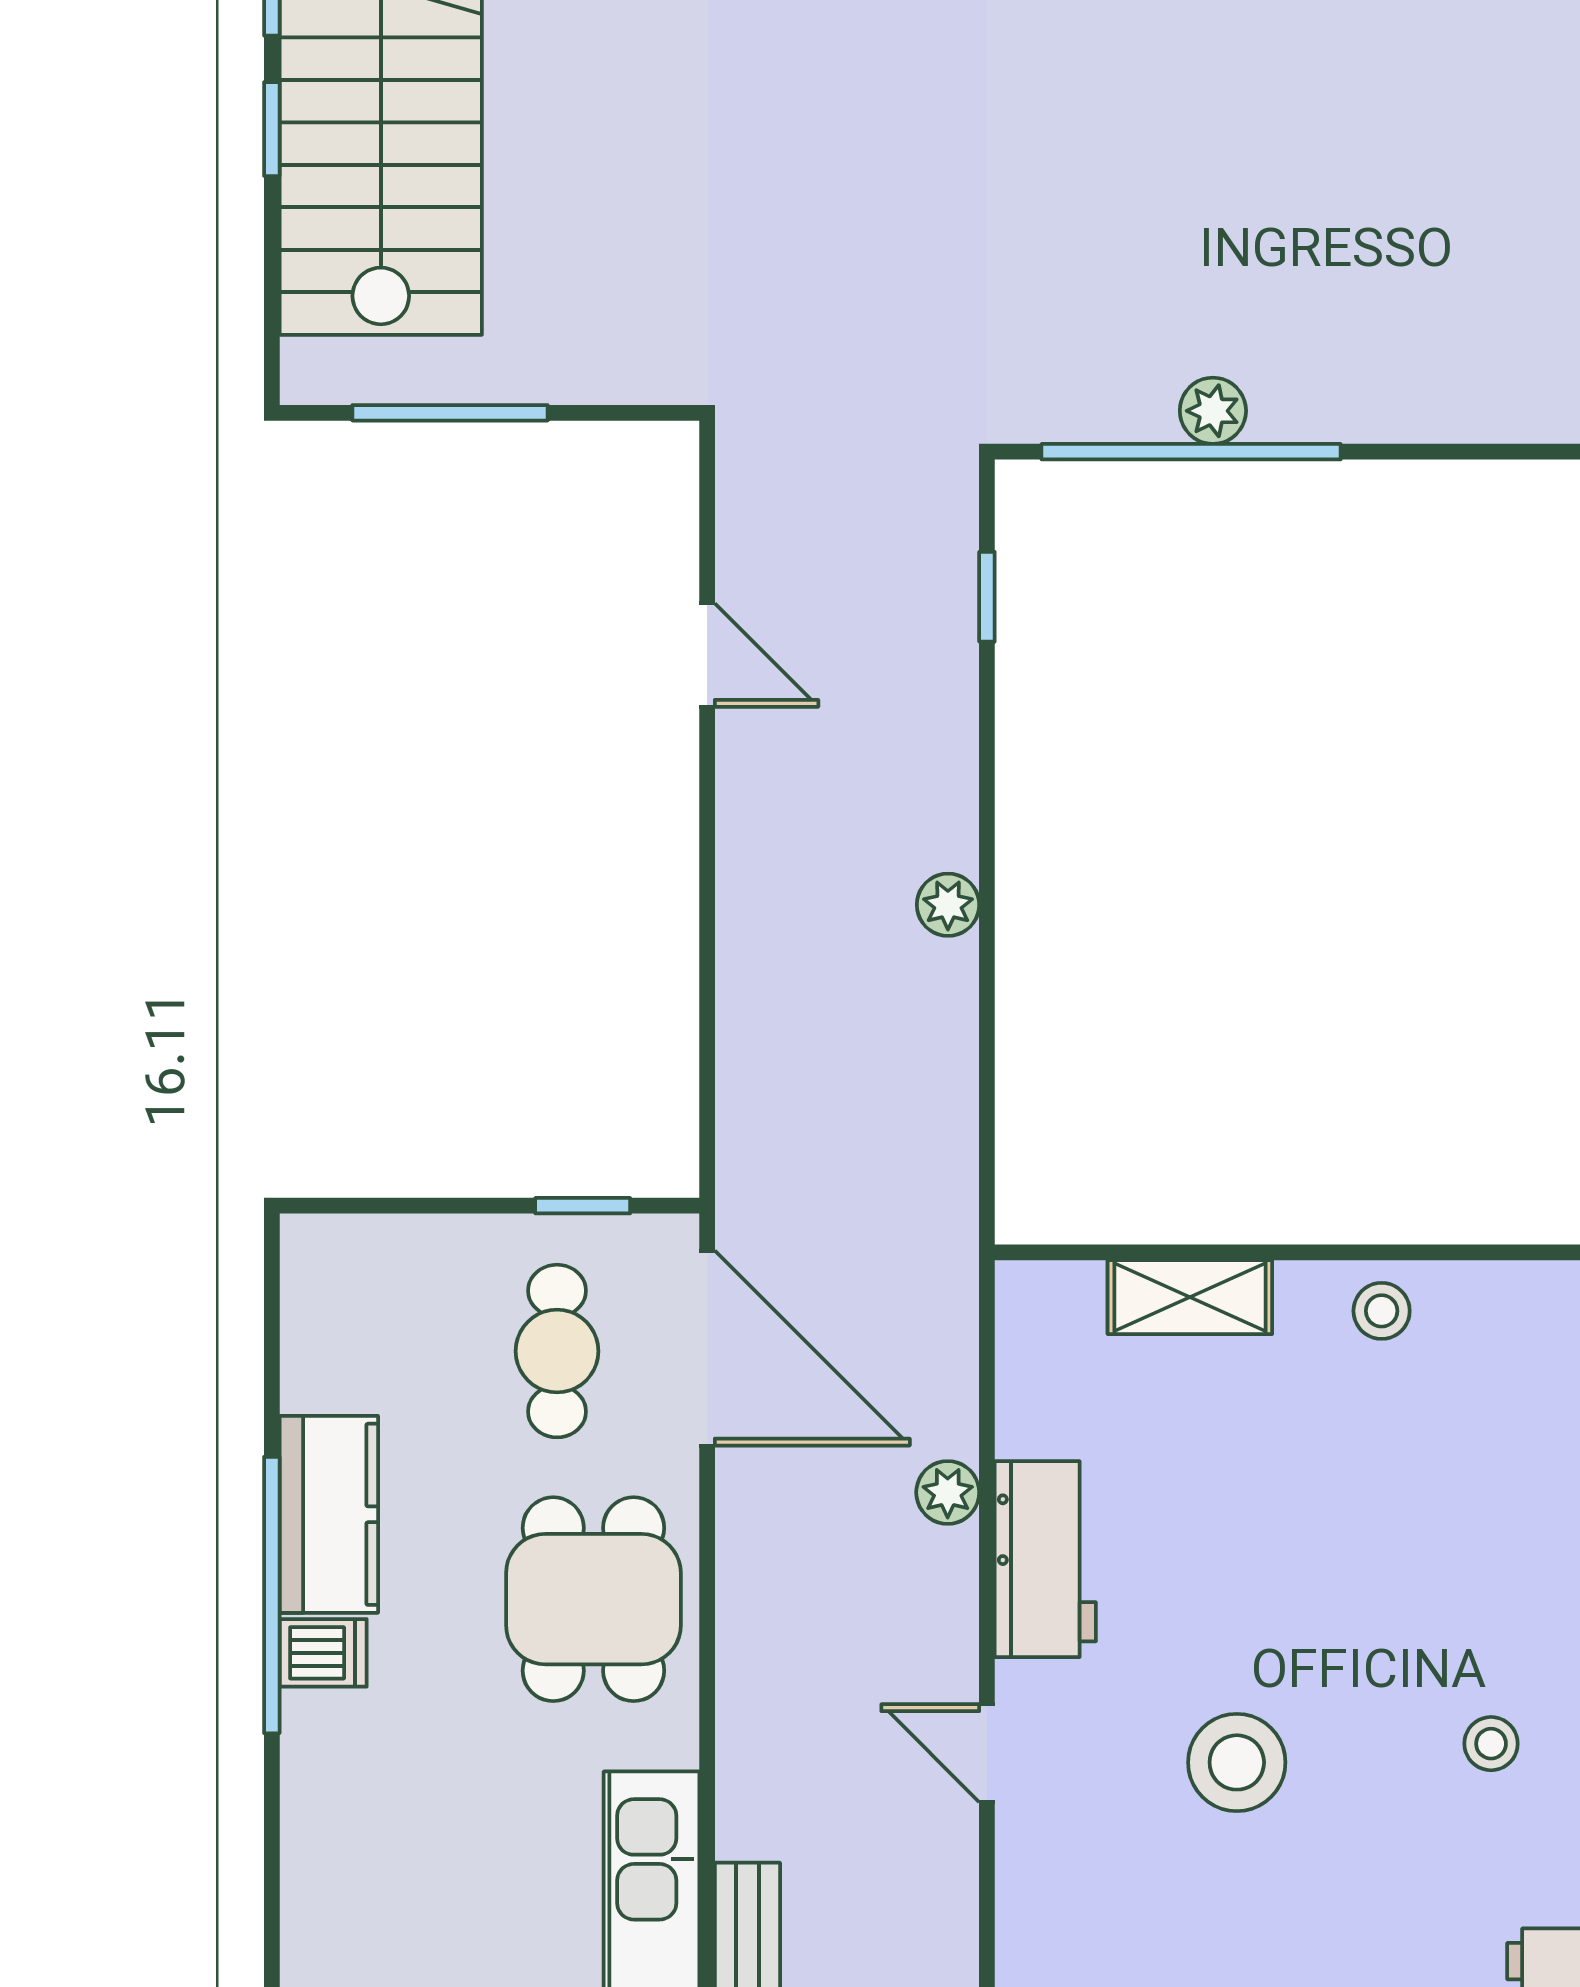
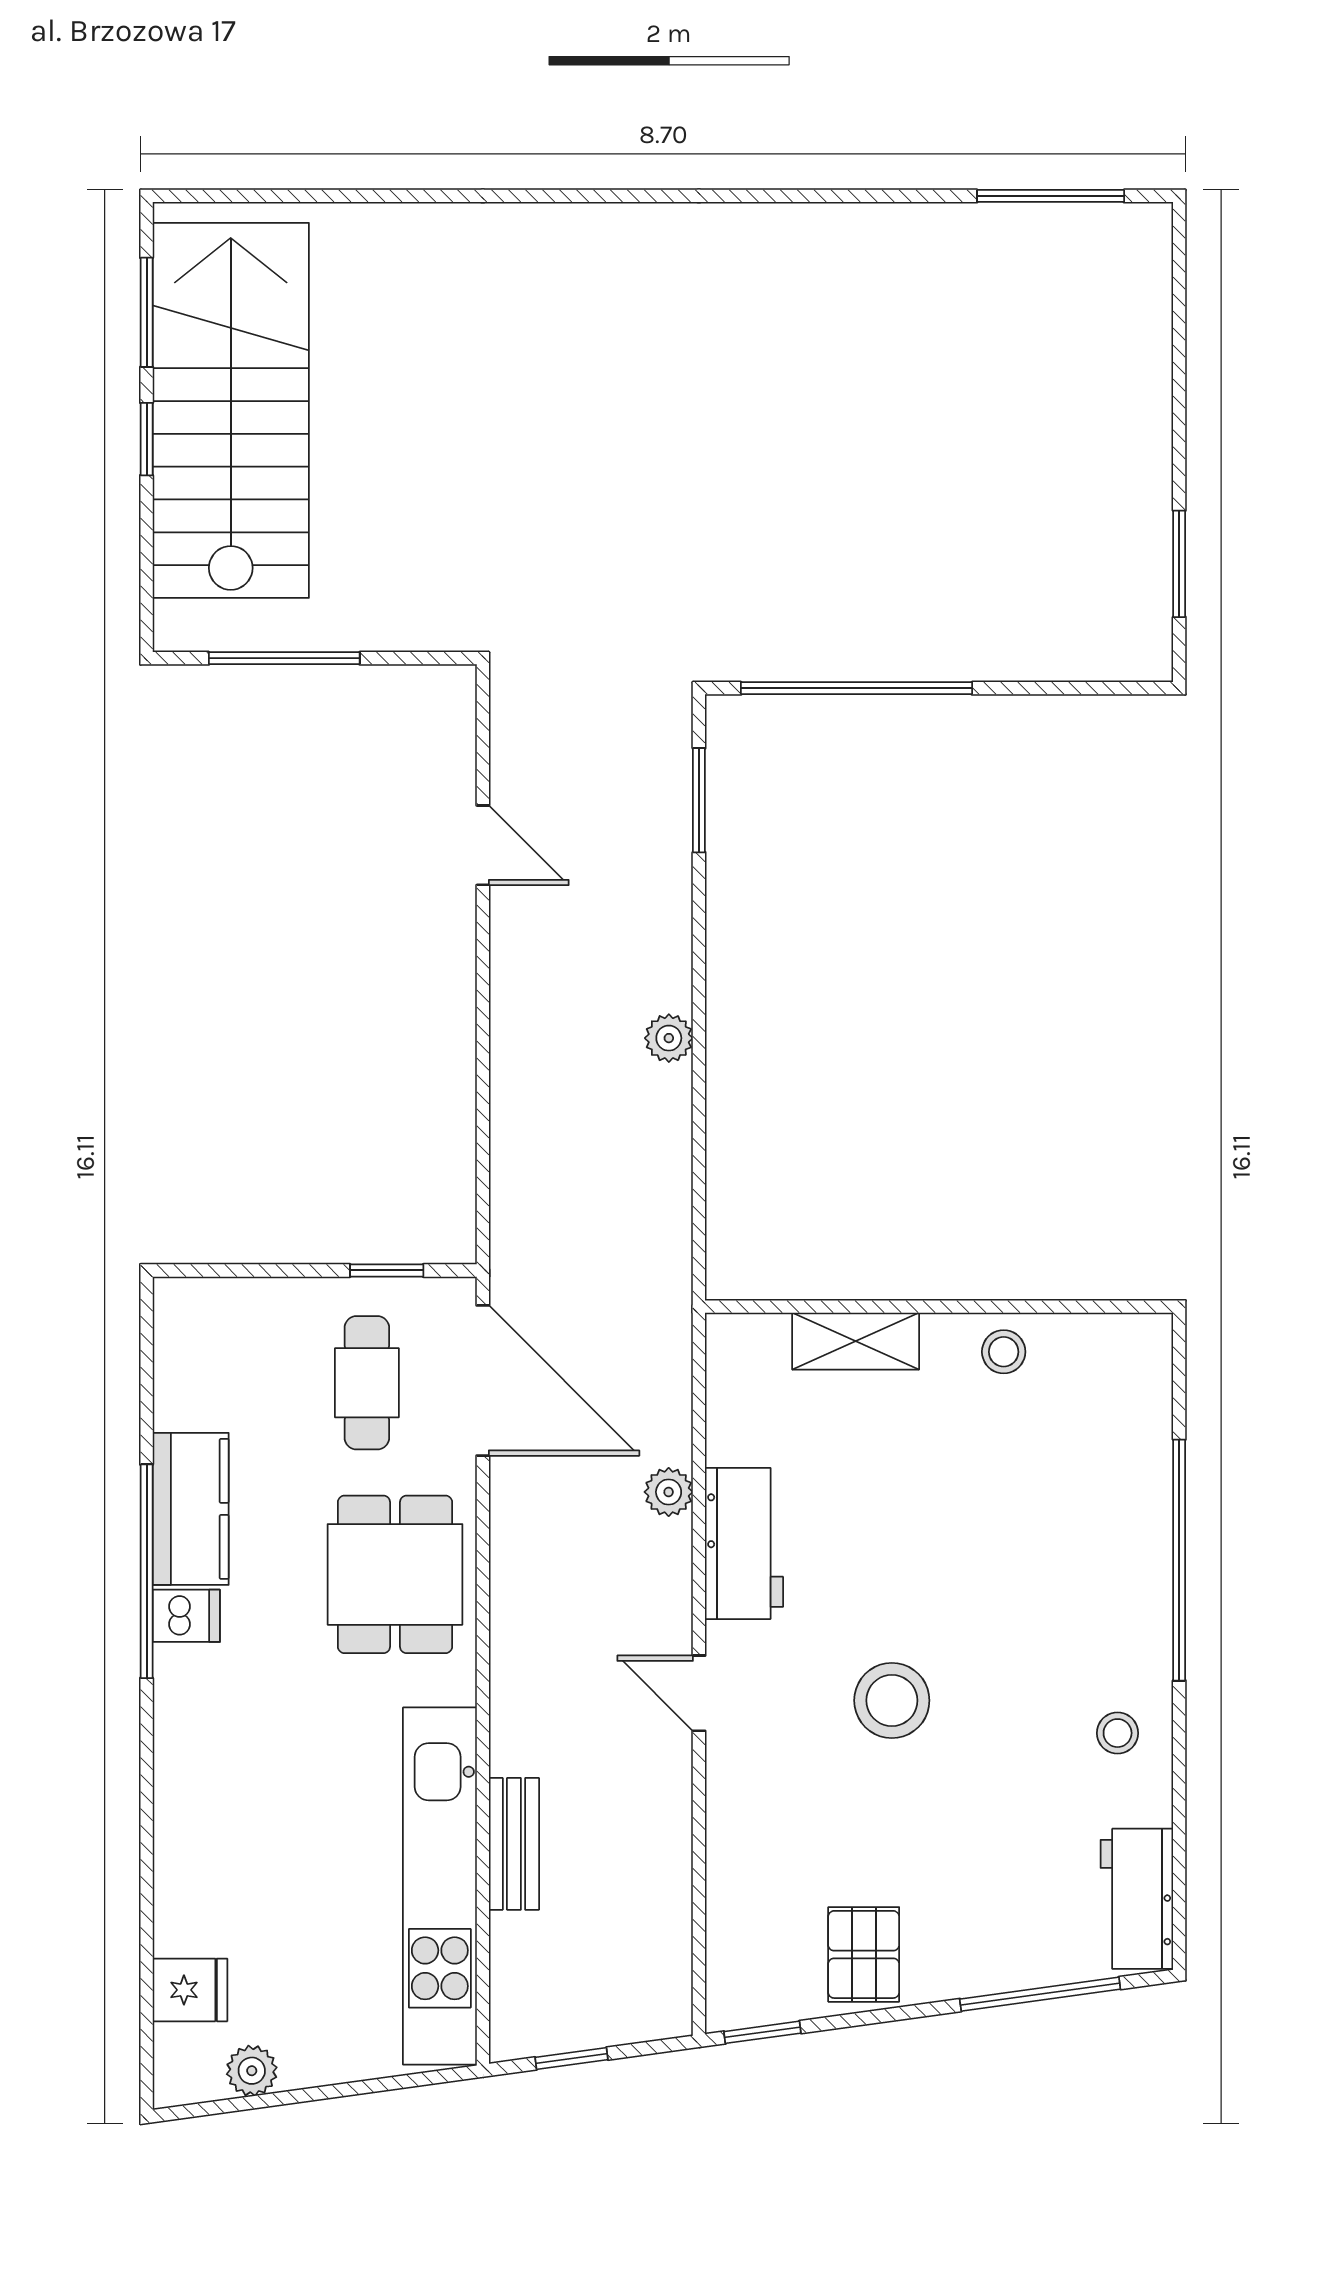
plant: (1213, 411) -> (873, 657), removed
window: (987, 597) -> (699, 800), width x1.50
stool: (1491, 1744) -> (1118, 1733), moved

